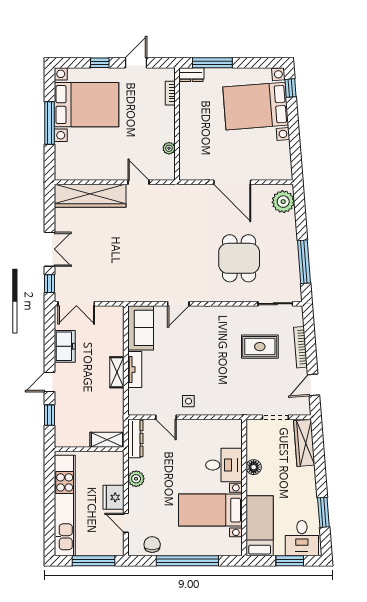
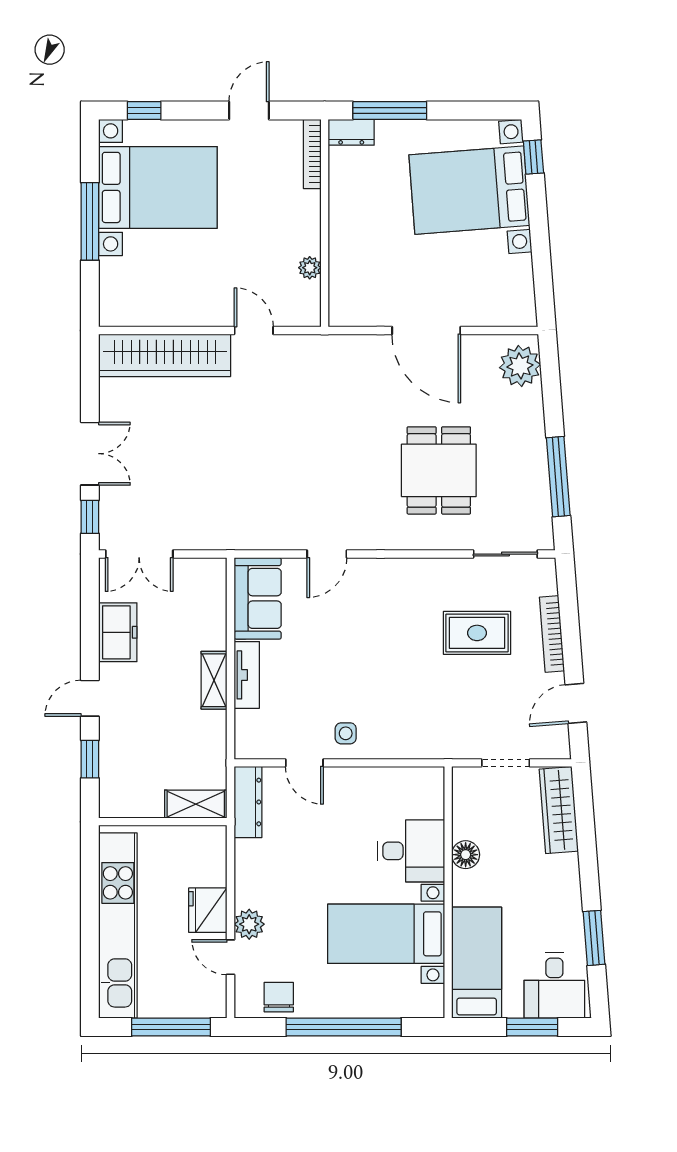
window: (100, 63) -> (144, 110), moved
bookcase: (170, 93) -> (312, 154), width x1.56
plant: (136, 479) -> (249, 924), moved

